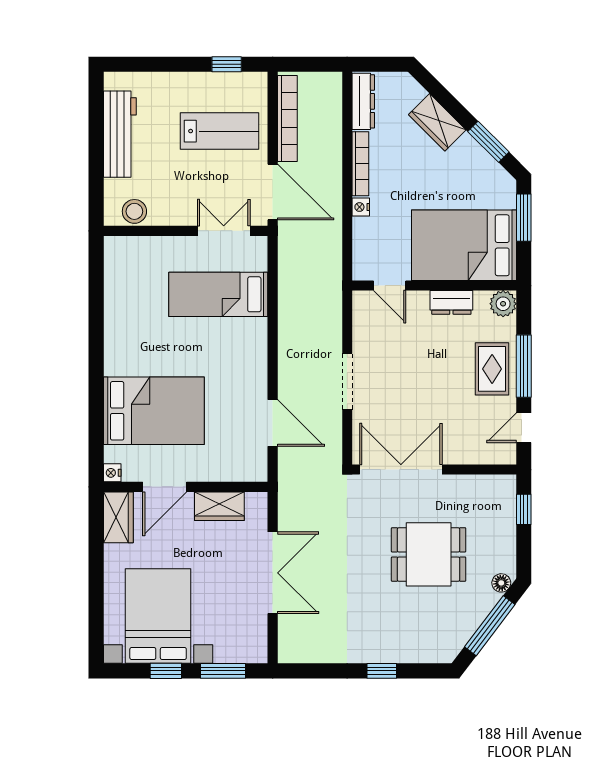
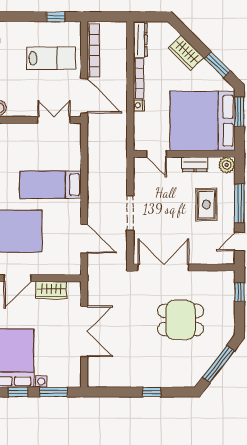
bed: (464, 245) -> (203, 121), width x1.36
bed: (218, 294) -> (51, 185), moved
rug: (492, 369) -> (206, 205), moved
floor lamp: (501, 583) -> (226, 338), removed

